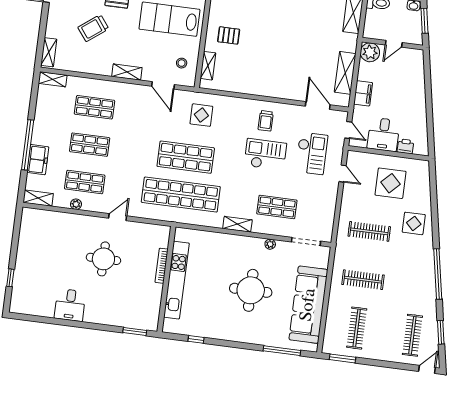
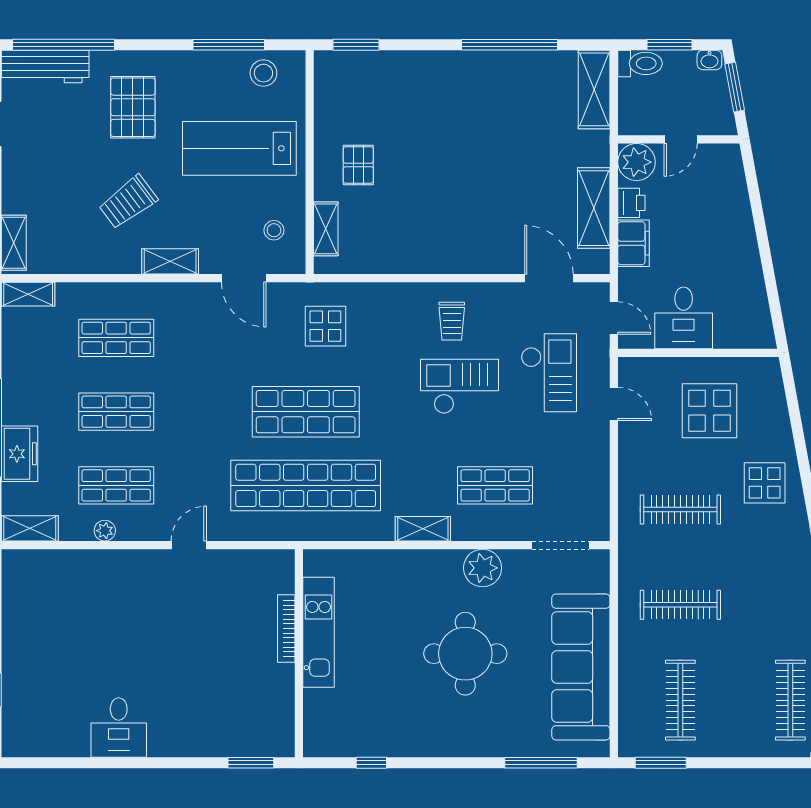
trolley: (93, 28) -> (128, 202), moved
pallet: (229, 35) -> (358, 165), turned 90
printer: (405, 146) -> (631, 203), moved, turned 90
plant: (270, 244) -> (483, 568), width x1.88, depth x1.88
round table: (103, 259) -> (172, 630), removed
kitchen unit: (176, 280) -> (319, 632), width x0.73

